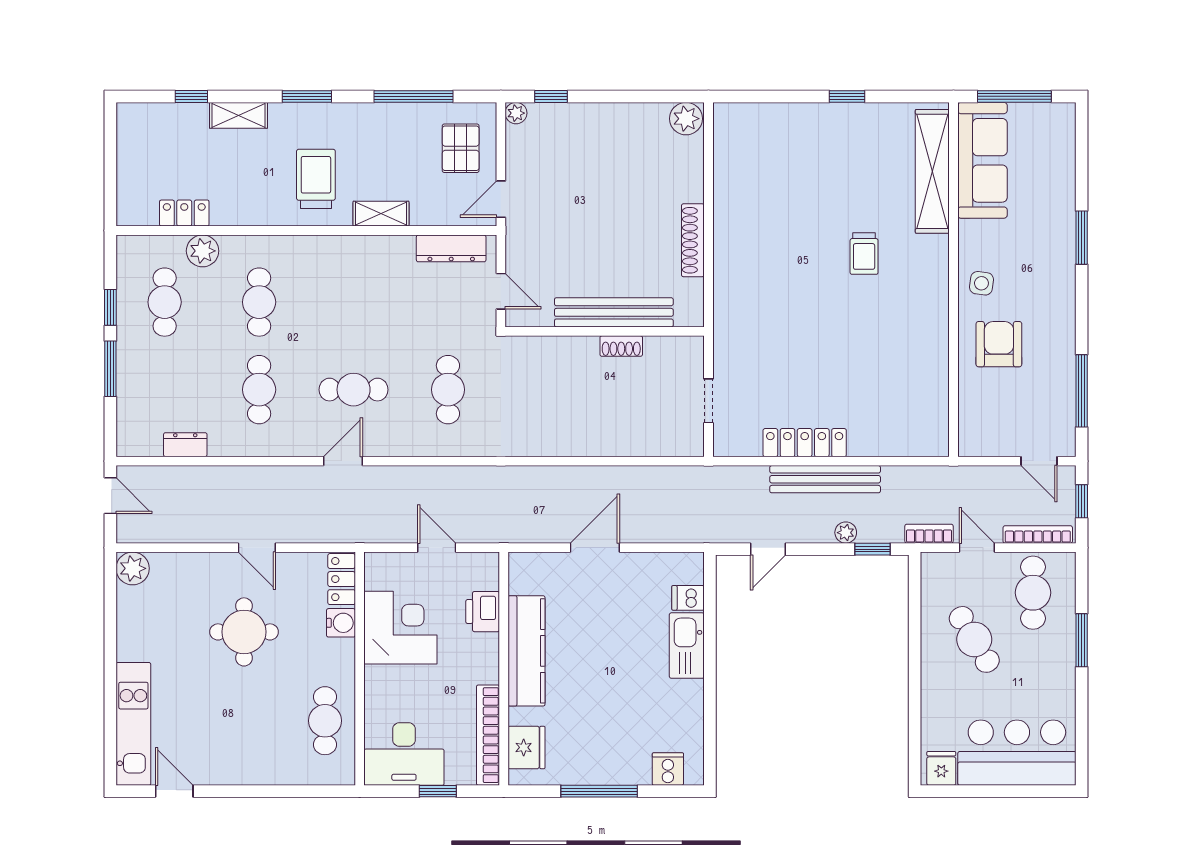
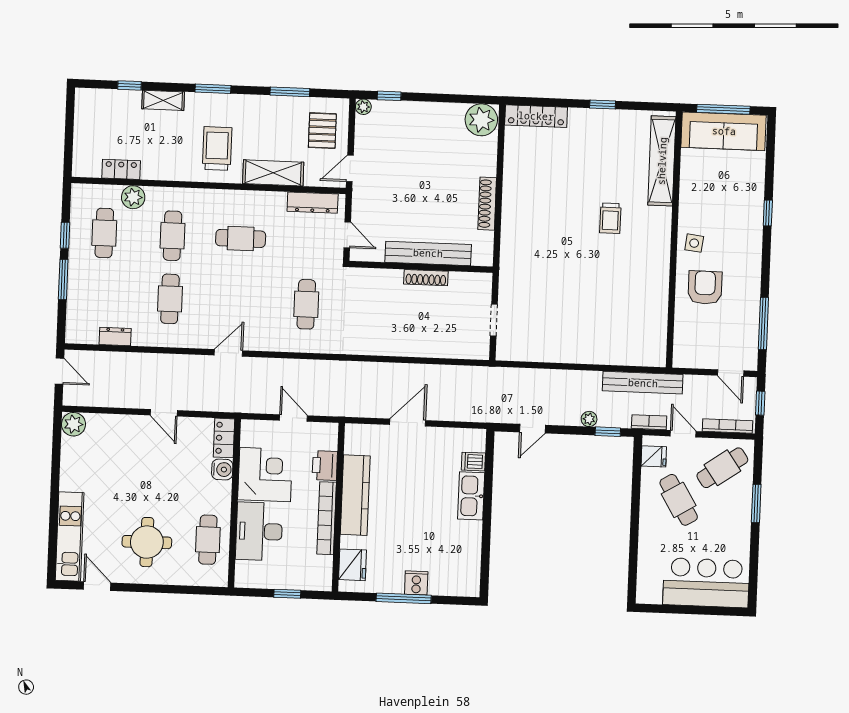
window: (413, 96) -> (290, 92), width x0.69
plant: (686, 119) -> (481, 120), width x1.36, depth x1.36
sofa: (982, 160) -> (724, 131), moved, turned 90
shelving: (381, 214) -> (273, 173), width x1.50, depth x1.33
window: (1082, 238) -> (768, 213), width x0.67
shoe rack: (621, 346) -> (426, 278), width x1.43
cafe table: (354, 390) -> (241, 238), moved
locker: (805, 443) -> (536, 116), moved, turned 180
bench: (825, 479) -> (643, 383), moved
cafe table: (1033, 593) -> (722, 468), turned 55
round table: (244, 632) -> (147, 542), moved
bookcase: (488, 735) -> (327, 518), moved
desk: (404, 754) -> (259, 531), moved, turned 90
fridge: (941, 768) -> (654, 456), moved, turned 90
cooker: (668, 769) -> (416, 583), moved

